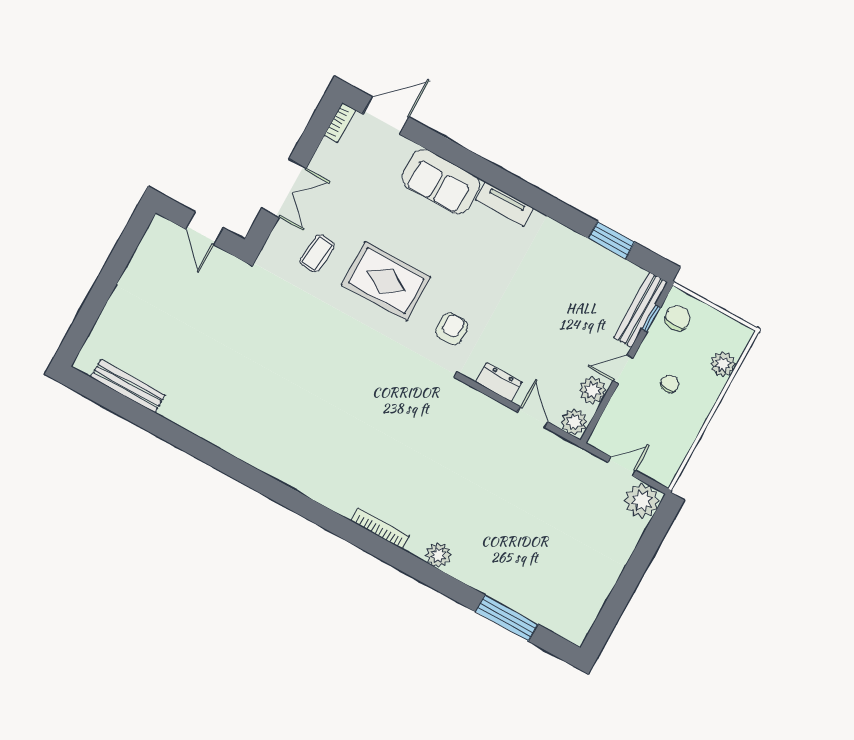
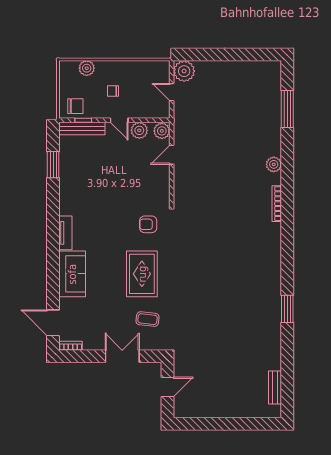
chair: (678, 318) -> (75, 106), turned 180
dresser: (499, 382) -> (163, 183), removed
bench: (128, 386) -> (275, 387), width x0.73
window: (222, 461) -> (287, 309), added

